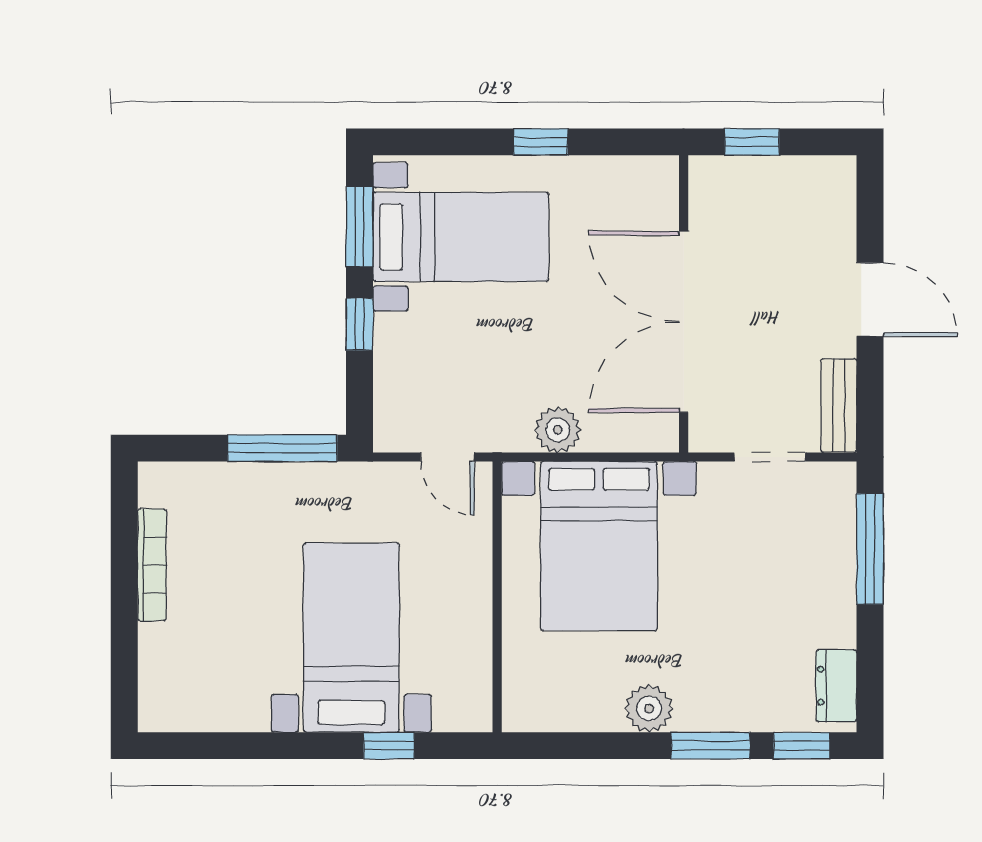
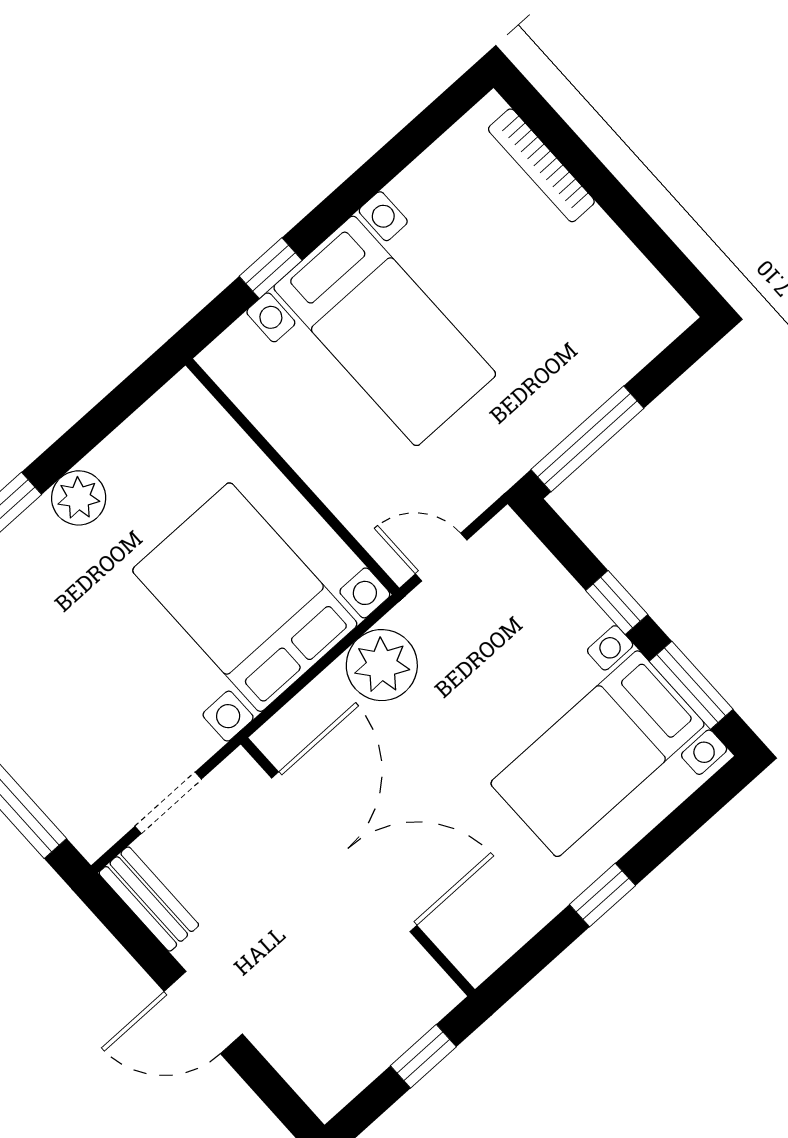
plant: (558, 430) -> (382, 665), width x1.36, depth x1.36
bookcase: (152, 565) -> (541, 165), moved

